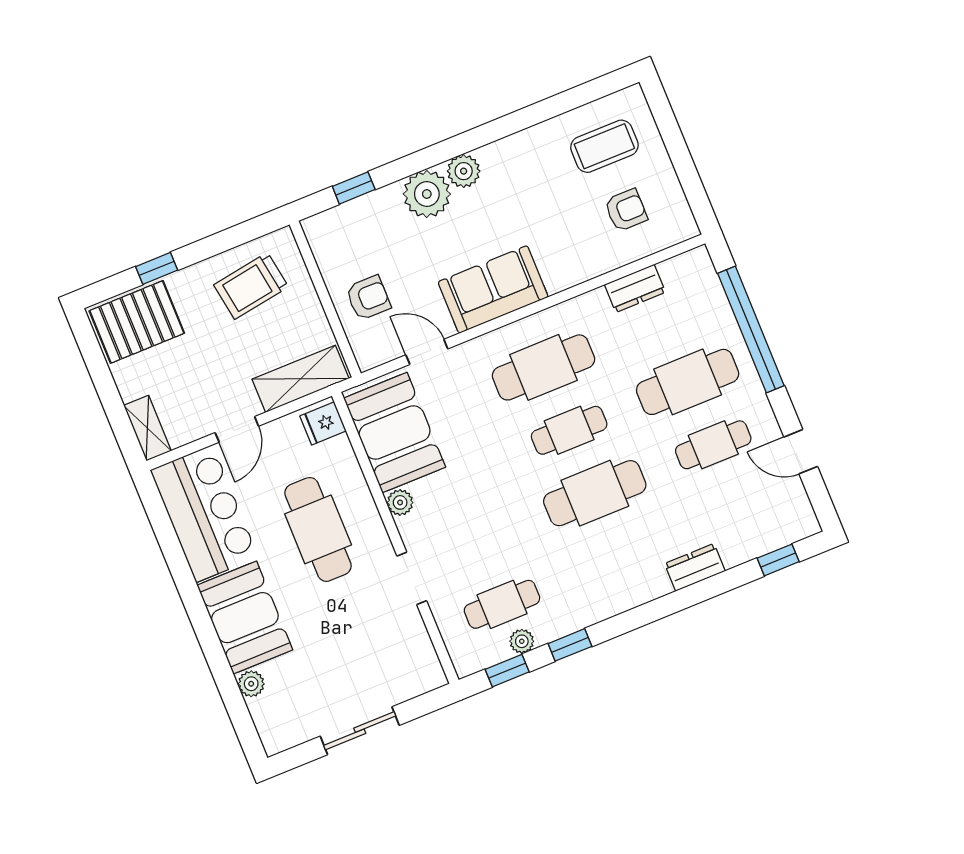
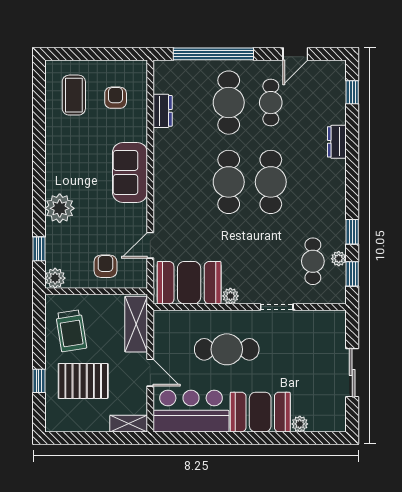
plant: (464, 171) -> (55, 278), moved
sofa: (493, 289) -> (130, 172), moved
pallet: (137, 322) -> (83, 381), moved, turned 90
cafe table: (543, 367) -> (187, 182), removed
fridge: (323, 423) -> (167, 322), removed
cafe table: (569, 430) -> (229, 182), width x1.37, depth x1.35

